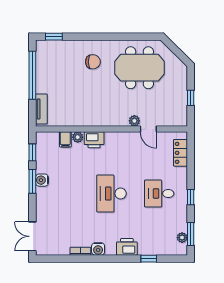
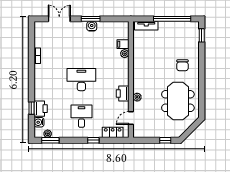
window: (191, 98) -> (165, 140), moved
door: (148, 129) -> (131, 118), moved
printer: (94, 140) -> (123, 94), moved
window: (32, 152) -> (113, 19), removed
window: (191, 197) -> (93, 140), moved
double door: (32, 236) -> (59, 19), moved
printer: (127, 247) -> (41, 109), moved
water cooler: (98, 249) -> (39, 122), moved

